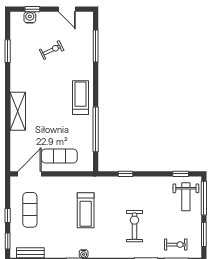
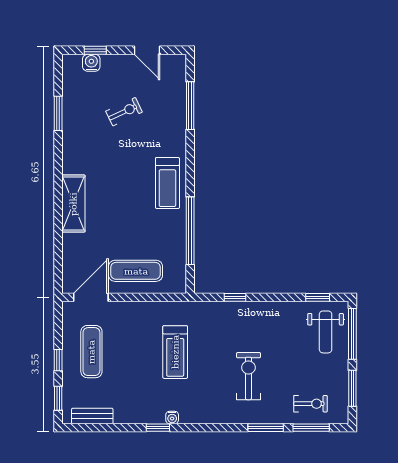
treadmill: (81, 98) -> (167, 183), turned 180

